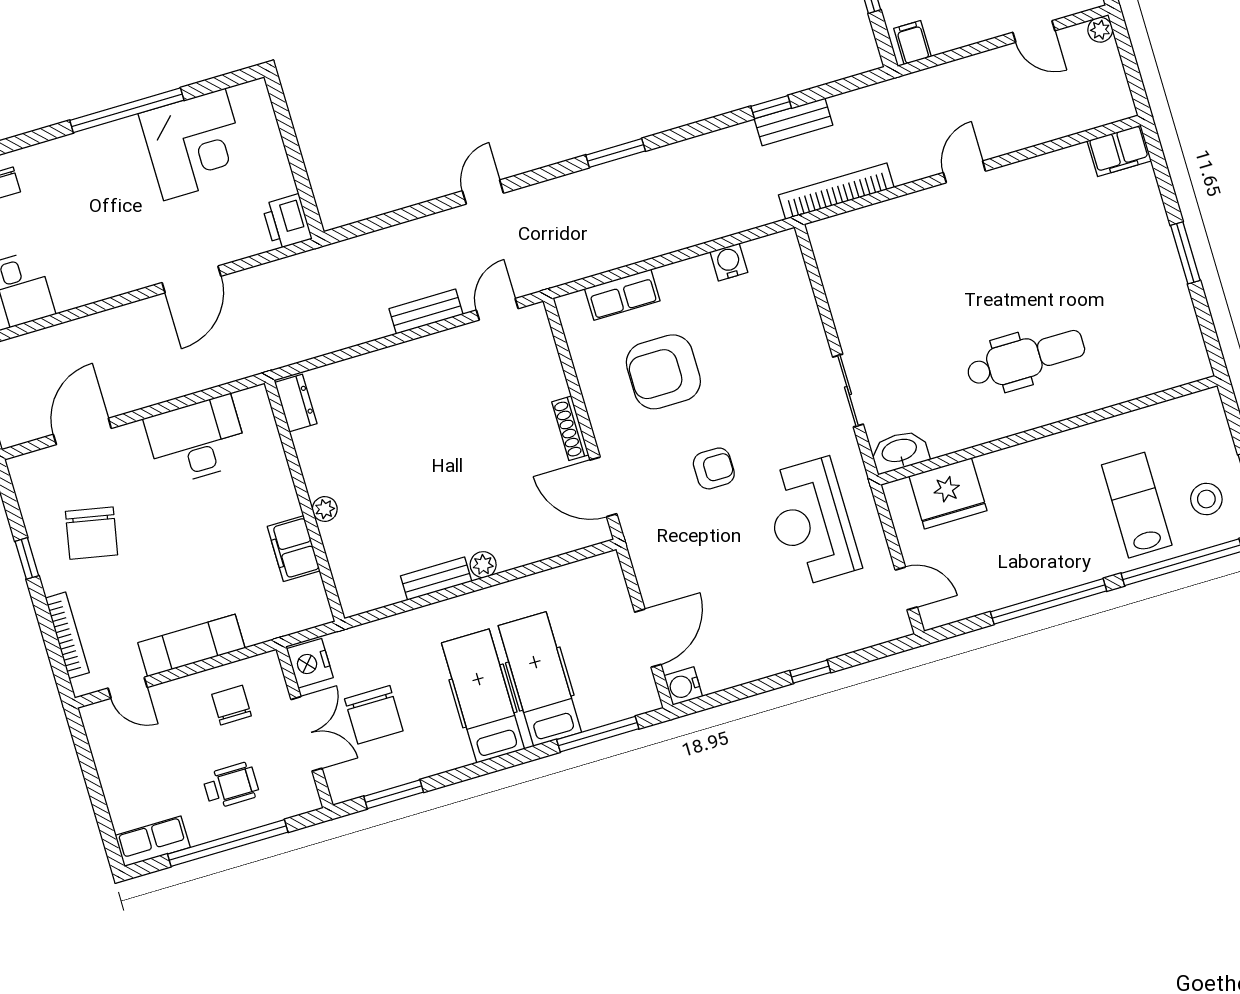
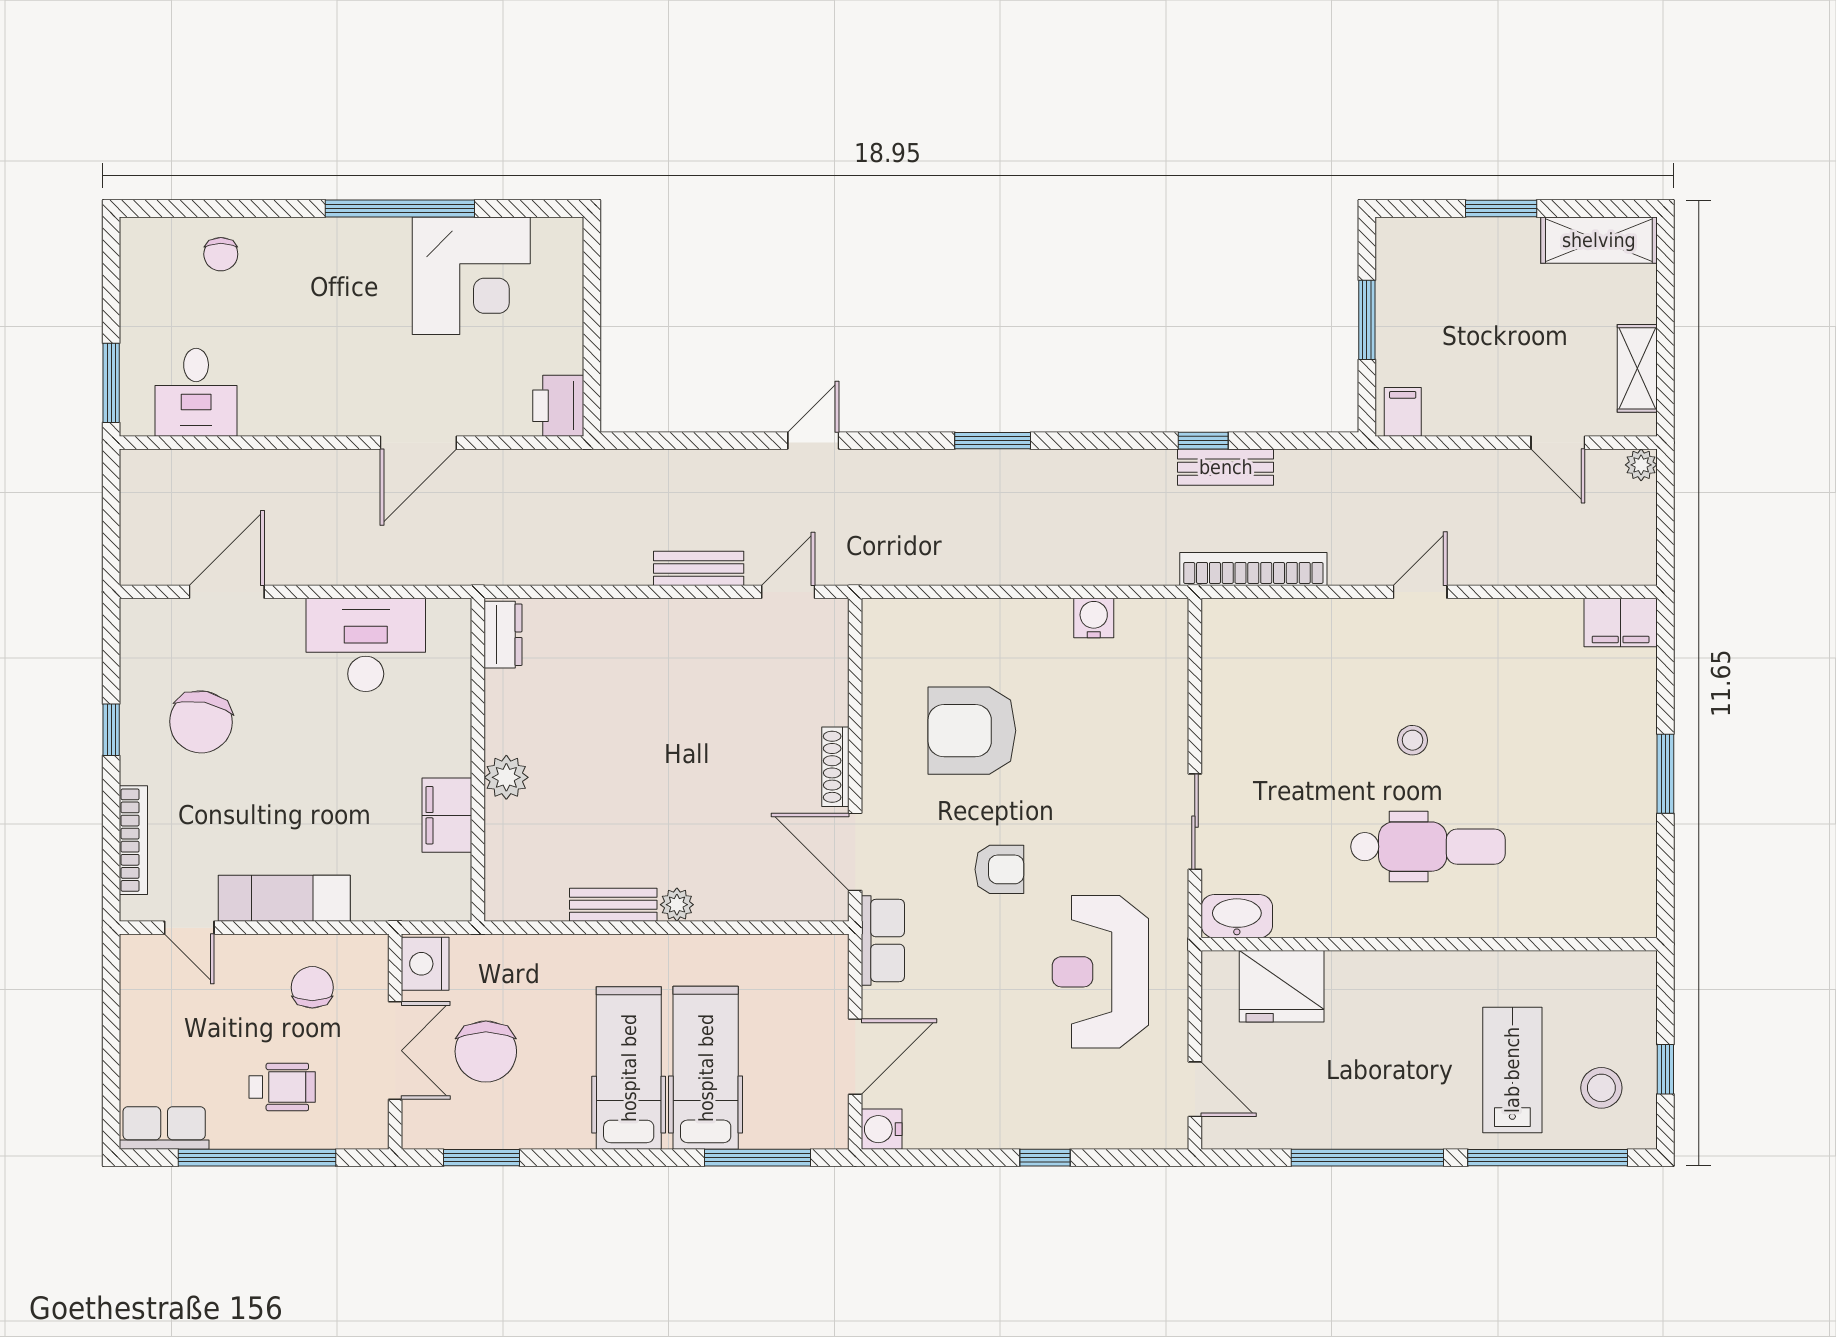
stool: (991, 283) -> (1413, 740), added
row of seats: (622, 295) -> (883, 940), moved, turned -90
plant: (325, 509) -> (506, 777), width x1.38, depth x1.38

